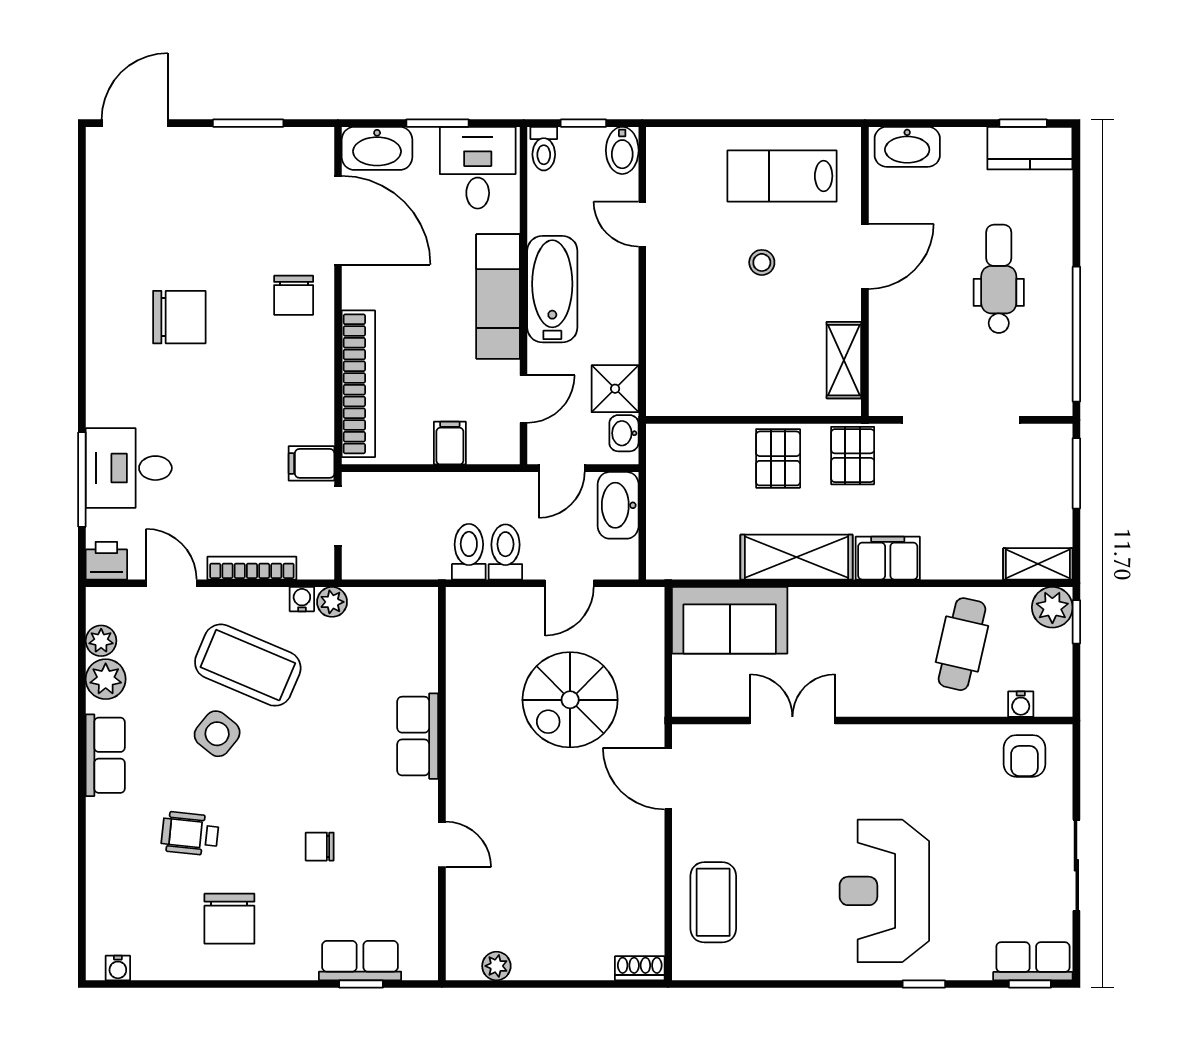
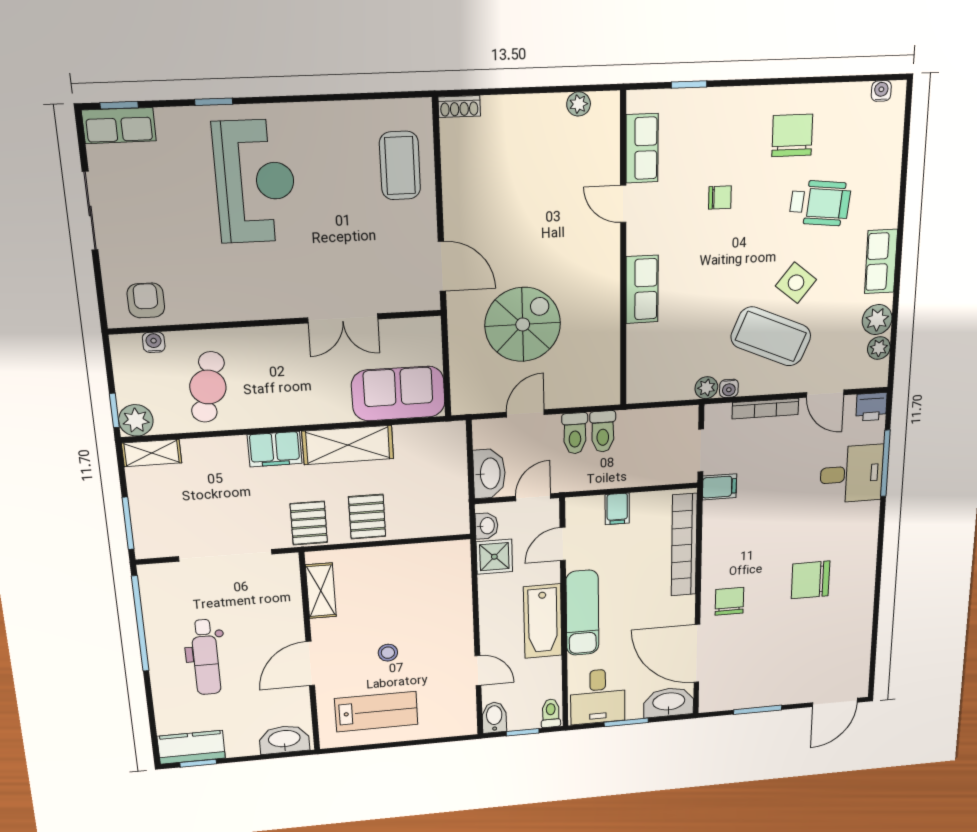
wheelchair: (190, 834) -> (820, 203), width x1.36, depth x1.37
row of seats: (360, 961) -> (642, 148), moved, turned -90

